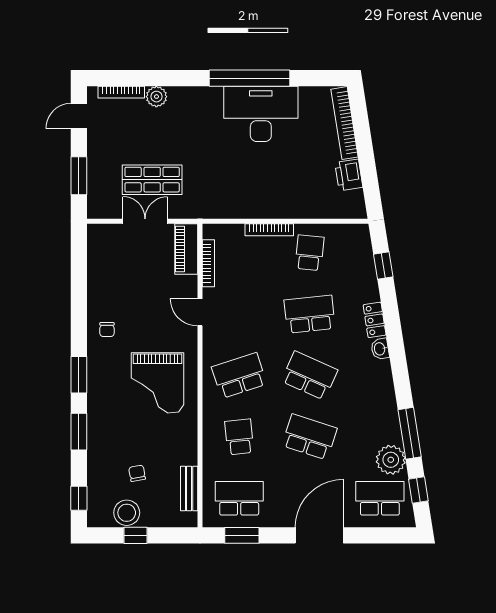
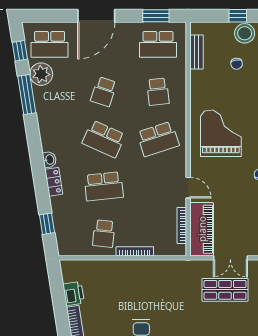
piano: (186, 249) -> (202, 229), width x1.37, depth x1.33
school desk: (310, 437) -> (104, 92), width x0.54

